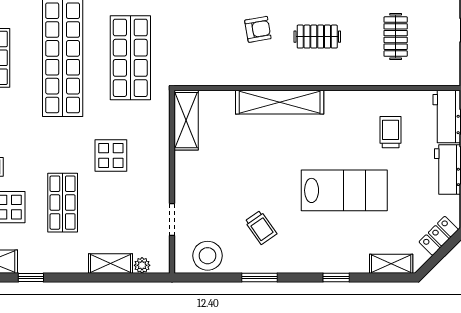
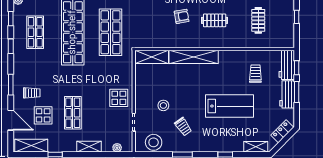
shelving: (186, 120) -> (152, 57), moved, turned 90
display table: (111, 156) -> (119, 98), moved
stool: (225, 189) -> (163, 105), added
shelving: (111, 263) -> (89, 147), moved

